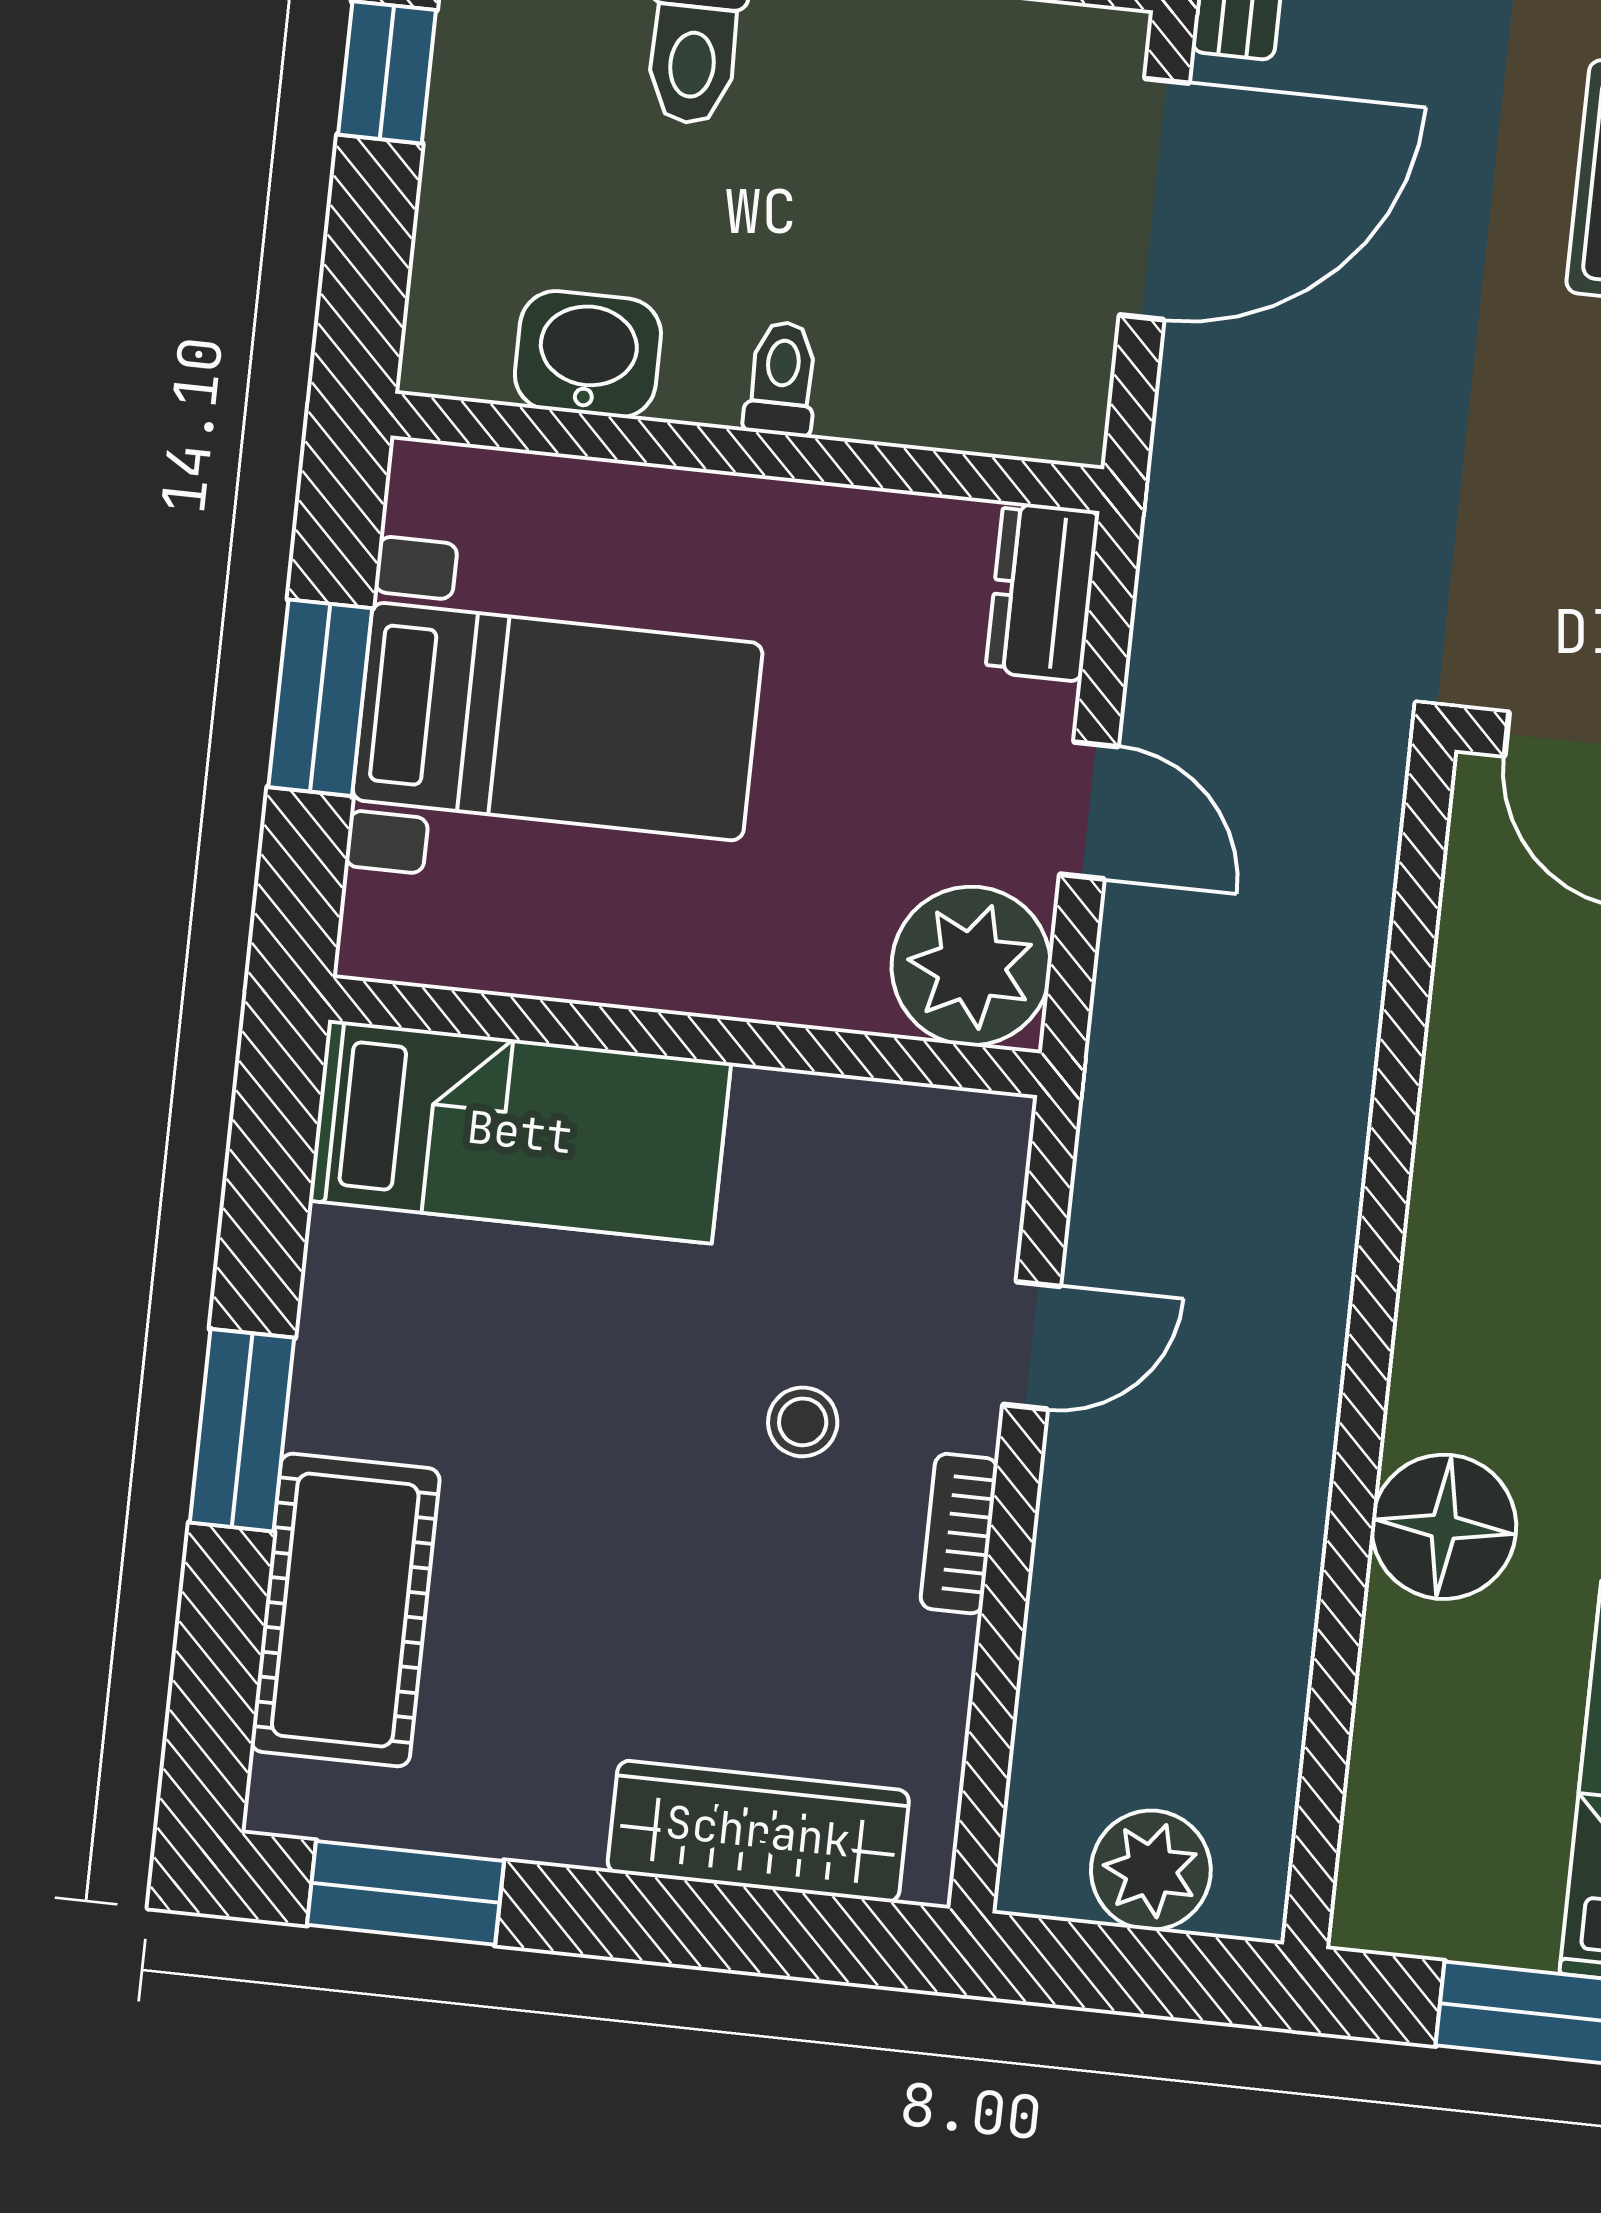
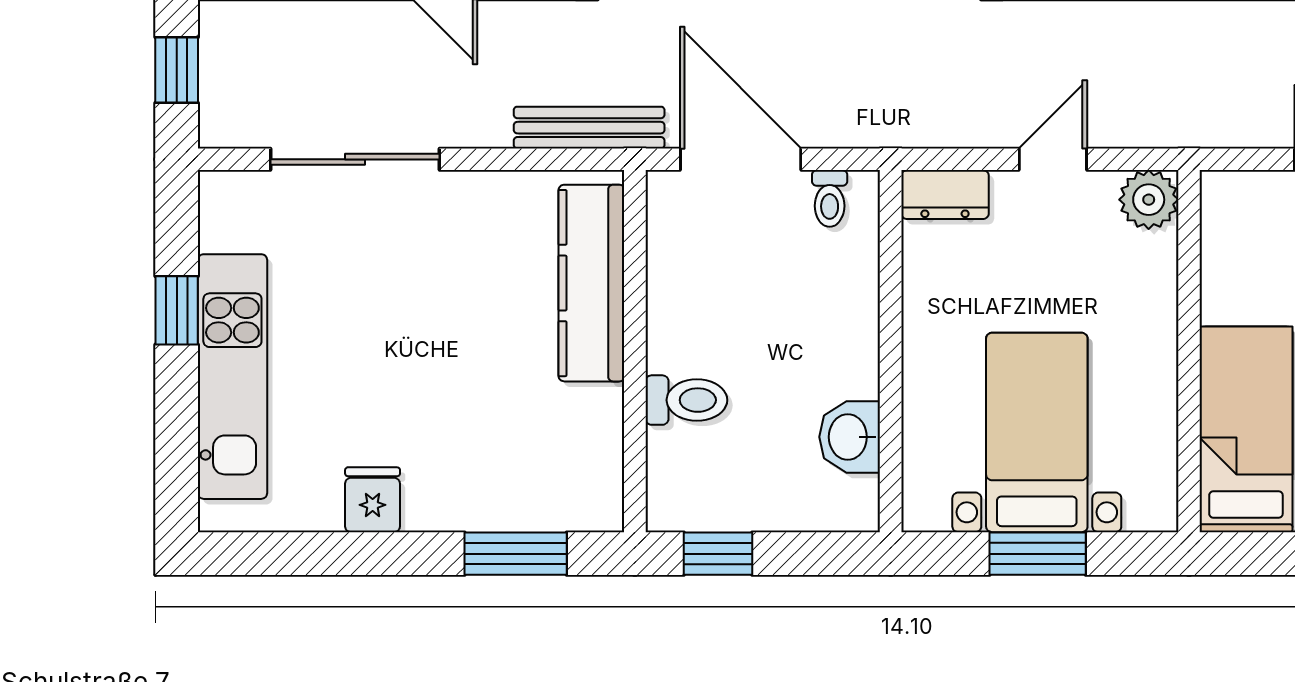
toilet: (782, 379) -> (830, 198), moved, turned -90
plant: (971, 966) -> (1149, 200), width x0.73, depth x0.73

